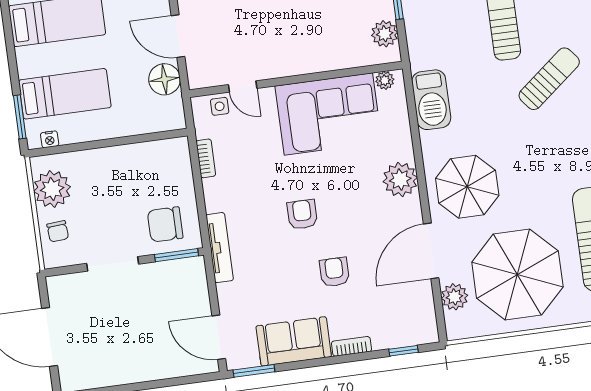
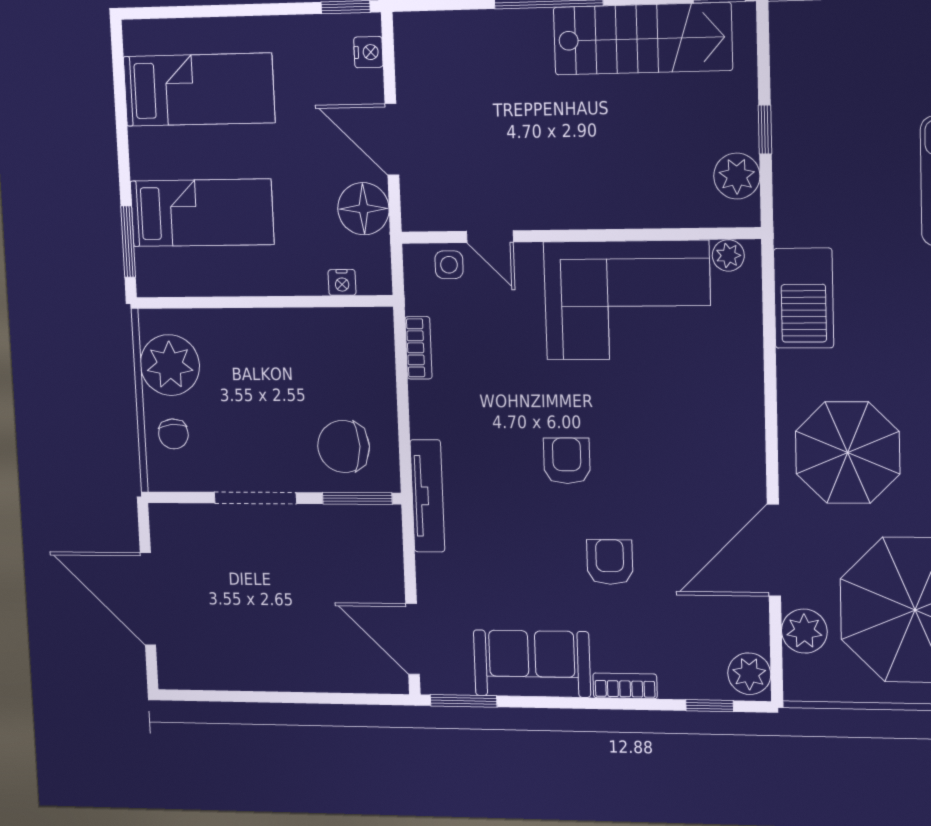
nightstand: (50, 139) -> (342, 282), moved
plant: (400, 180) -> (749, 674), moved, width x0.73, depth x0.73

